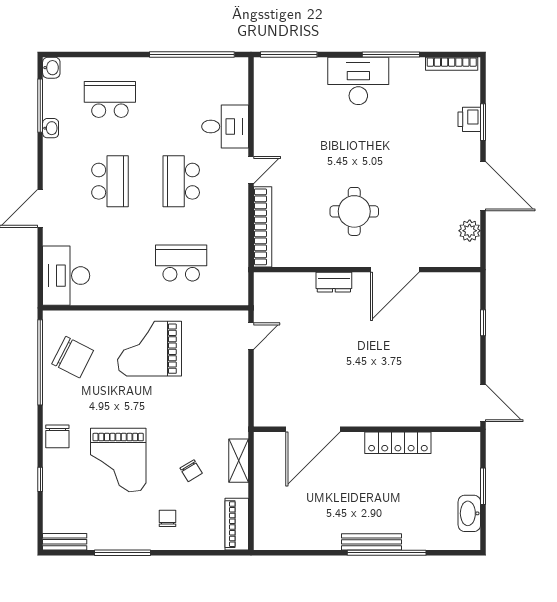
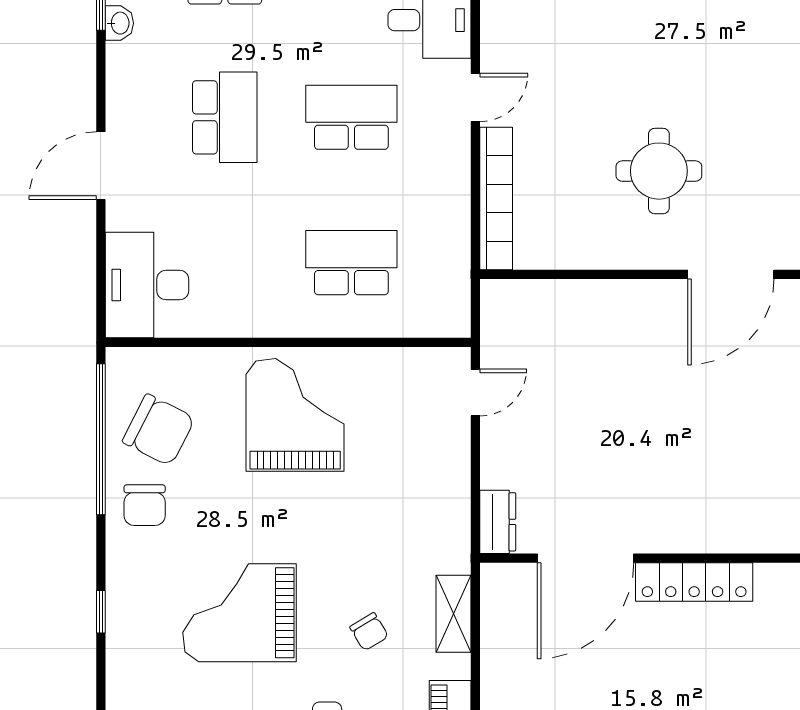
school desk: (181, 181) -> (351, 117), turned 90
dresser: (334, 282) -> (498, 522), moved, turned -90
grand piano: (149, 349) -> (295, 415), turned 90
chair: (57, 436) -> (145, 505), moved
locker: (398, 443) -> (694, 582), moved
grand piano: (118, 460) -> (239, 613), turned 90
window: (40, 479) -> (101, 612), moved

